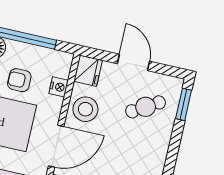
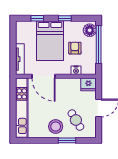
window: (184, 104) -> (67, 140), moved
stool: (85, 109) -> (56, 127), moved

